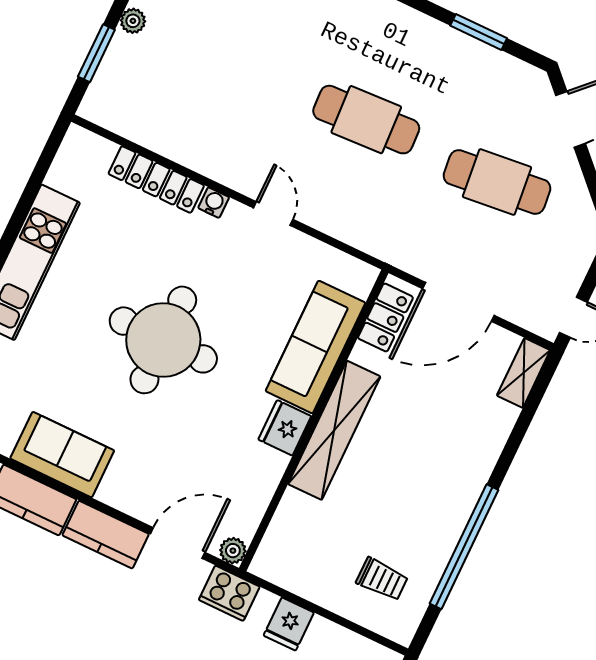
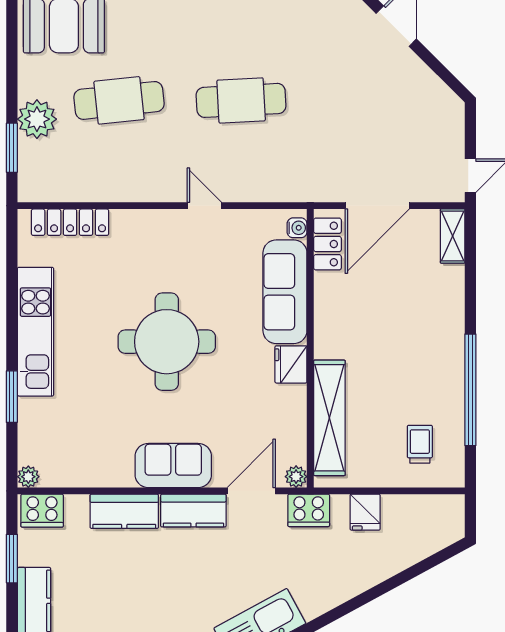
plant: (133, 21) -> (37, 119), width x1.88, depth x1.88
locker: (156, 180) -> (70, 222), moved
cafe table: (497, 182) -> (119, 100), moved
water cooler: (214, 203) -> (297, 228), moved, turned 90
shelving: (334, 430) -> (329, 418), moved
sofa: (62, 455) -> (173, 465), moved
trolley: (382, 579) -> (420, 444), turned -90

